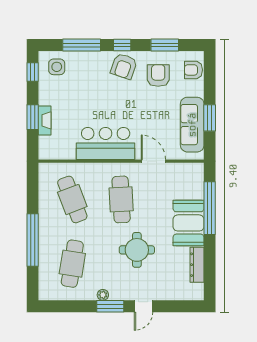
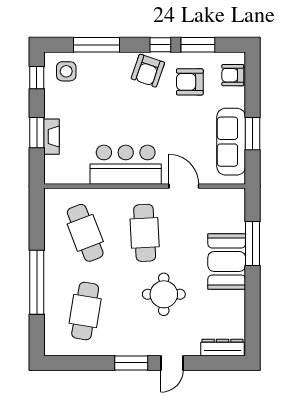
window: (122, 45) -> (160, 45), moved
armchair: (158, 75) -> (190, 82), turned -90
window: (210, 208) -> (252, 243), width x0.68
dresser: (197, 265) -> (222, 347), moved, turned 90
plant: (103, 295) -> (122, 349), removed

